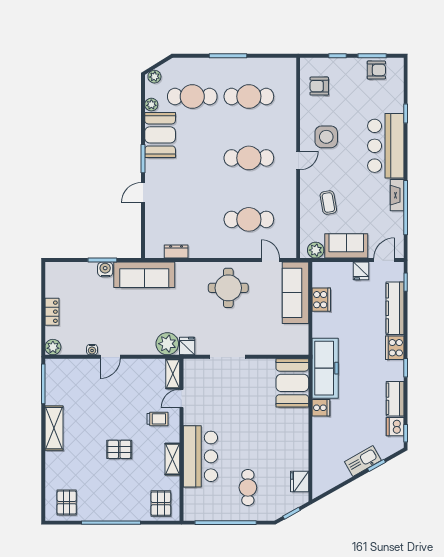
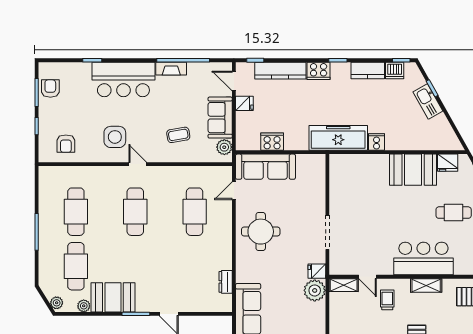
booth: (292, 383) -> (413, 170), moved

